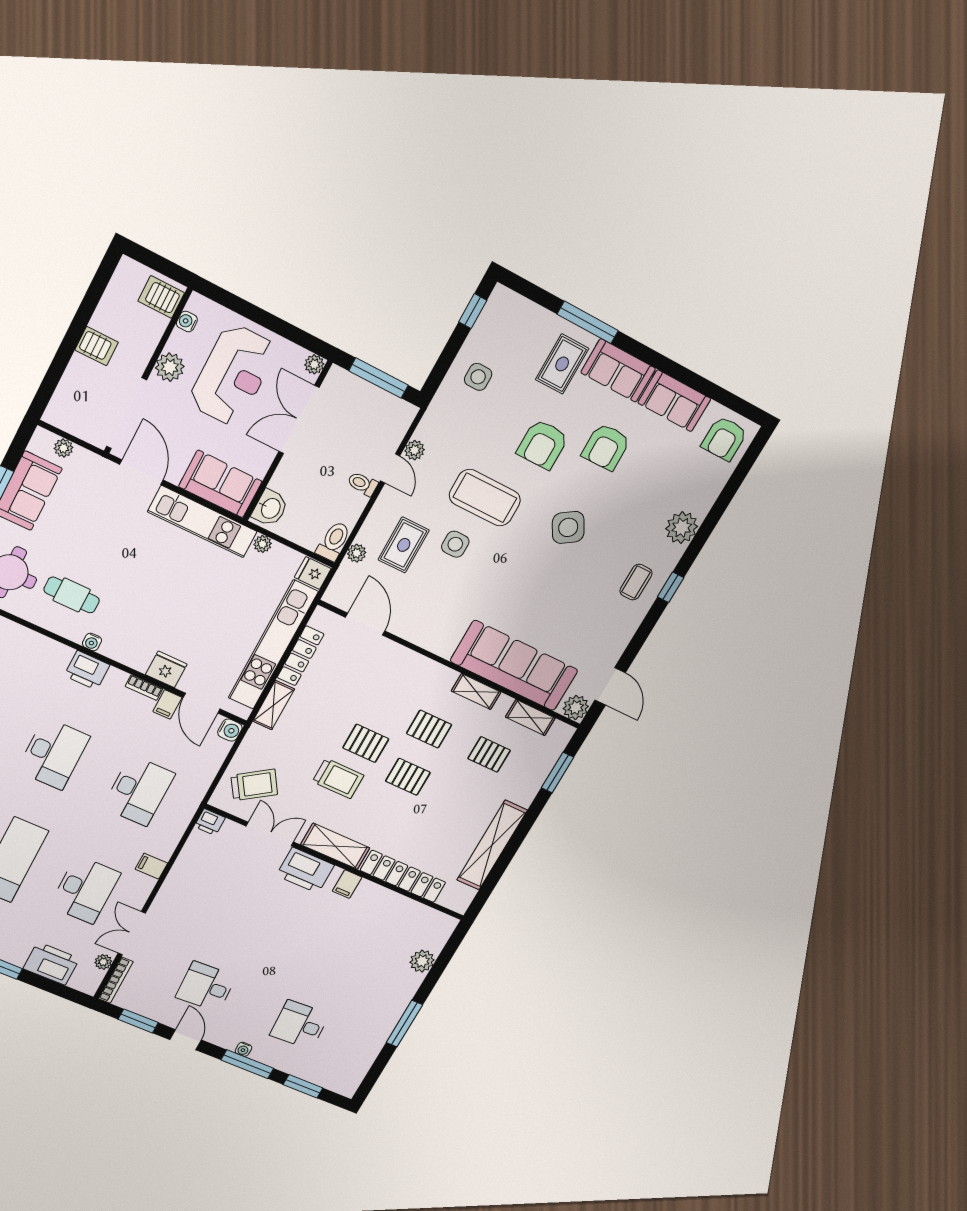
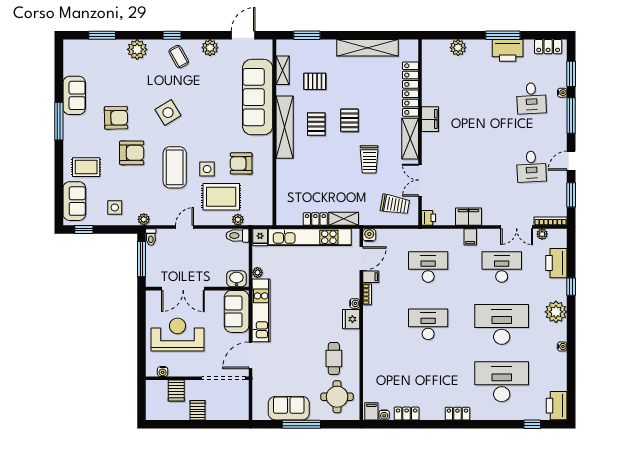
server rack: (161, 297) -> (176, 391), moved
window: (588, 322) -> (59, 121), moved
plant: (314, 364) -> (151, 296), removed
plant: (170, 367) -> (190, 368), removed
sofa: (618, 371) -> (74, 201), moved
armchair: (724, 439) -> (241, 163), moved, turned 180
plant: (63, 448) -> (258, 401), removed
plant: (415, 450) -> (144, 219), moved
toilet: (363, 484) -> (151, 237), moved
window: (732, 487) -> (102, 35), added
rug: (404, 545) -> (221, 197), width x1.36, depth x1.43
coffee table: (636, 582) -> (179, 57), turned 61
door: (365, 624) -> (274, 193), removed
water cooler: (92, 642) -> (355, 303), moved
locker: (301, 656) -> (315, 219), width x0.66
fridge: (166, 669) -> (351, 319), moved
printer: (87, 670) -> (372, 330), removed
shelving: (476, 692) -> (285, 127), width x2.20, depth x1.33
plant: (576, 708) -> (210, 48), moved
pallet: (366, 743) -> (341, 155), removed
pallet: (489, 754) -> (315, 81), turned 90
trolley: (338, 779) -> (369, 159), turned 180
trolley: (254, 785) -> (395, 205), turned 134
printer: (305, 870) -> (508, 50), moved, turned 90
filing cabinet: (182, 876) -> (468, 217), added
filing cabinet: (347, 884) -> (430, 119), width x2.00
water cooler: (243, 1049) -> (562, 93), moved
locker: (356, 1073) -> (548, 47), added

